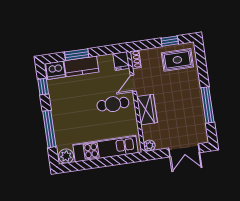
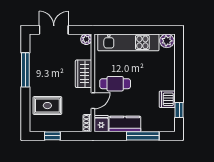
window: (77, 55) -> (143, 136), width x1.44
rug: (177, 60) -> (47, 106), moved
kitchen counter: (81, 66) -> (125, 124), moved
dishwasher: (55, 70) -> (167, 99), moved, turned -90
window: (49, 129) -> (179, 69), removed

